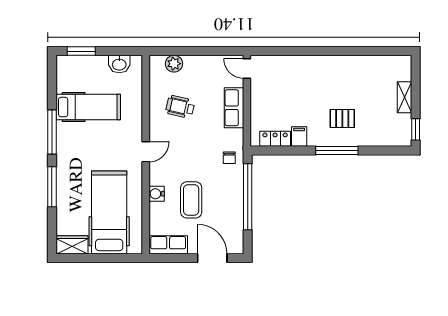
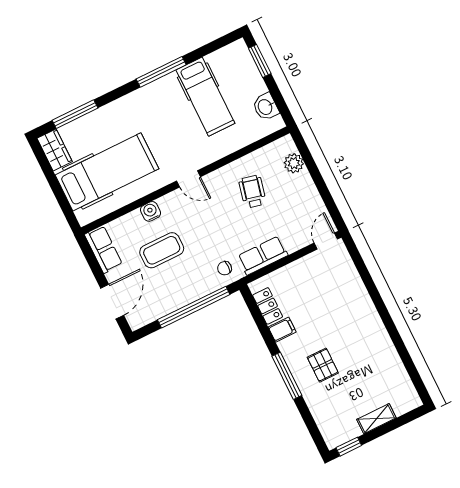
row of seats: (234, 108) -> (263, 256), moved
window: (52, 187) -> (75, 114), moved

